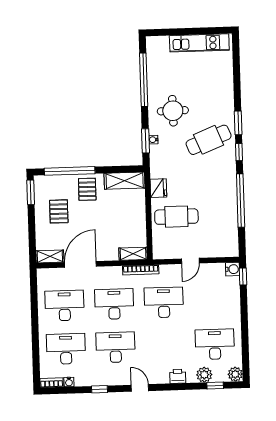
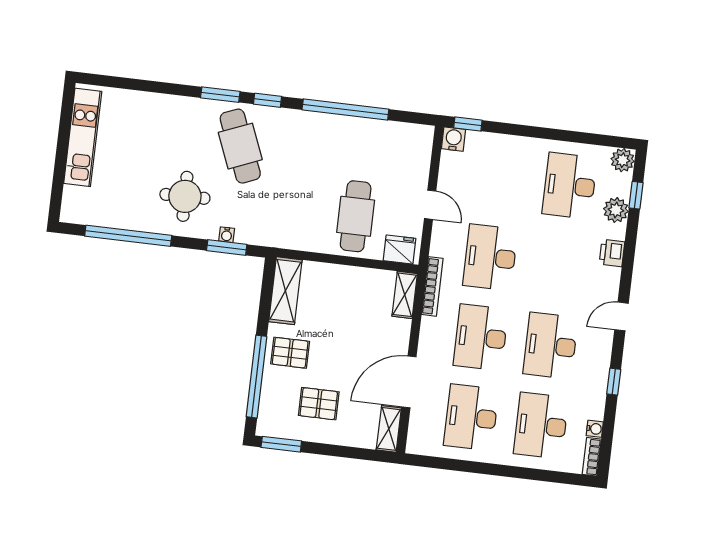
fridge: (158, 188) -> (400, 250), moved
door: (80, 264) -> (409, 382), hinge flipped

